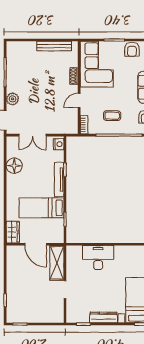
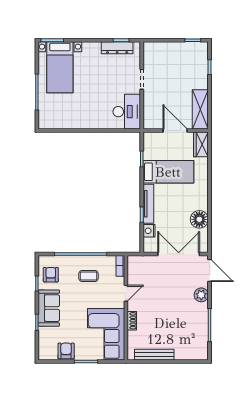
double door: (32, 135) -> (179, 254), width x1.37
nightstand: (59, 144) -> (149, 231), moved
desk: (98, 258) -> (127, 112), moved, turned -90
shelving: (57, 263) -> (200, 109), moved
dresser: (103, 317) -> (117, 48), moved

